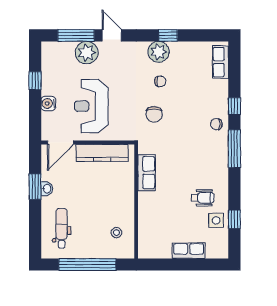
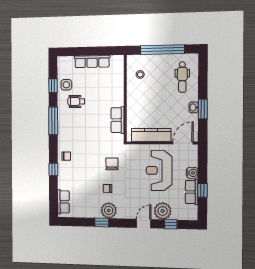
window: (76, 35) -> (171, 224), width x0.46
door: (112, 35) -> (144, 224), swing flipped
row of seats: (49, 78) -> (192, 192), added
reception desk: (91, 106) -> (159, 170), turned 180
window: (234, 149) -> (53, 121), moved
row of seats: (189, 251) -> (92, 62), width x1.48

